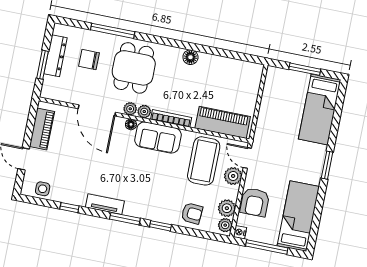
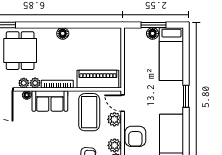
floor lamp: (301, 79) -> (153, 33), added

